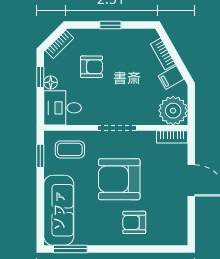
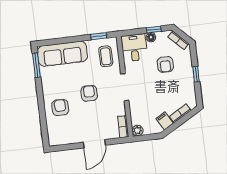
plant: (173, 111) -> (137, 130), width x0.53, depth x0.53
armchair: (119, 179) -> (89, 93), width x0.53, depth x0.53

